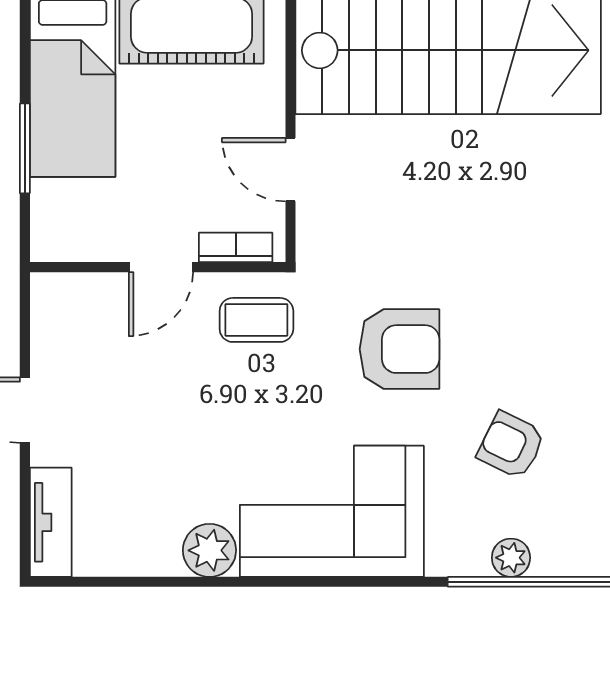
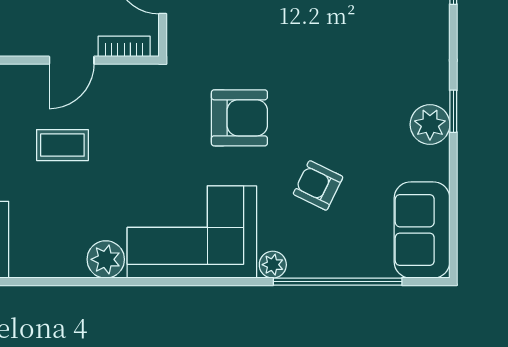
coffee table: (256, 320) -> (62, 145), moved
plant: (511, 558) -> (273, 265), moved

